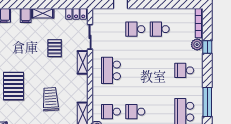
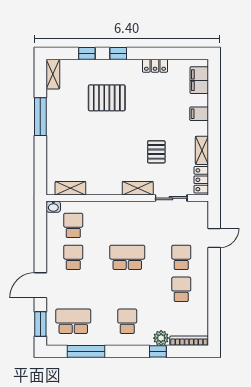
shelving: (43, 13) -> (202, 150), moved
pallet: (55, 48) -> (156, 152), turned 90
school desk: (111, 70) -> (127, 257), moved
trolley: (51, 99) -> (90, 146), removed

